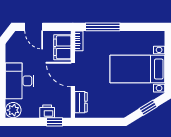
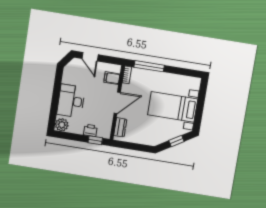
filing cabinet: (62, 47) -> (112, 78), width x0.50
door: (73, 74) -> (117, 103), swing flipped

